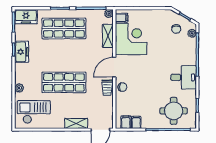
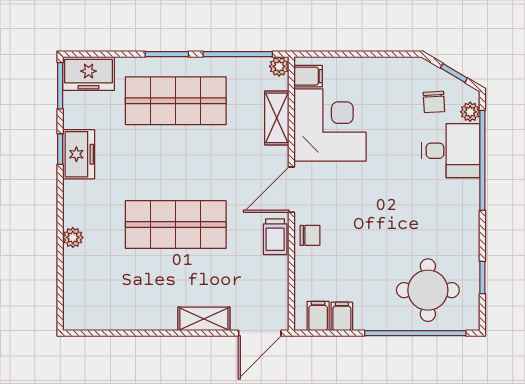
desk: (184, 77) -> (451, 151), moved
checkout: (34, 112) -> (107, 293), removed

